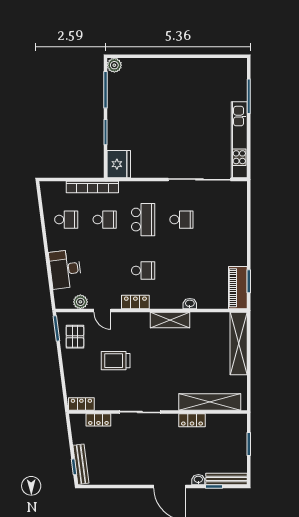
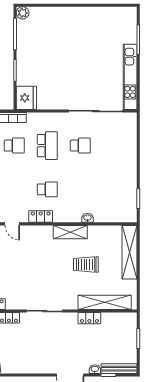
piano: (238, 288) -> (129, 204), removed
trolley: (116, 361) -> (86, 264), moved

